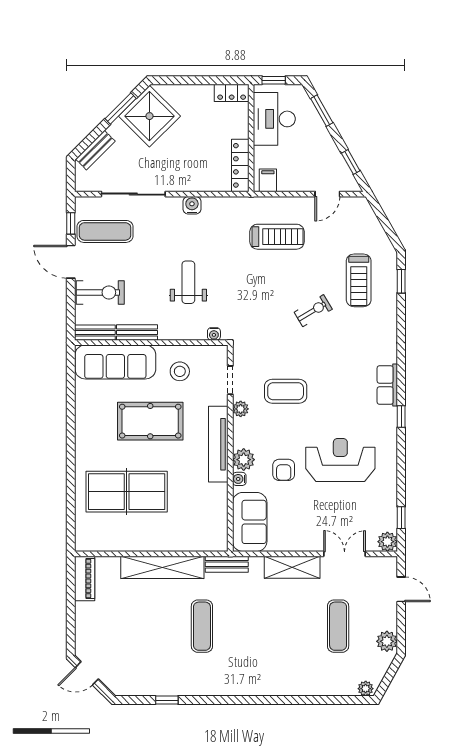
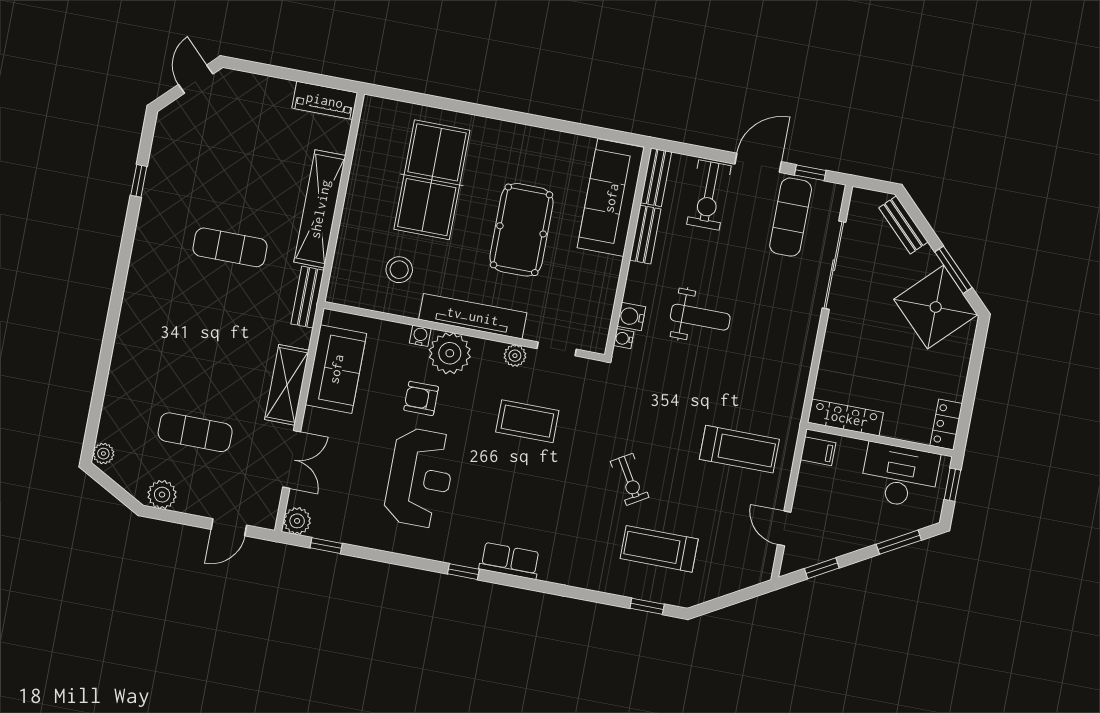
water cooler: (192, 205) -> (631, 316), moved, turned 180
treadmill: (277, 237) -> (739, 449), turned -90
stool: (180, 371) -> (399, 270), moved
coffee table: (286, 391) -> (527, 421), turned 90
plant: (244, 460) -> (450, 353), width x1.36, depth x1.36
sofa: (250, 522) -> (336, 369), moved, turned -90

